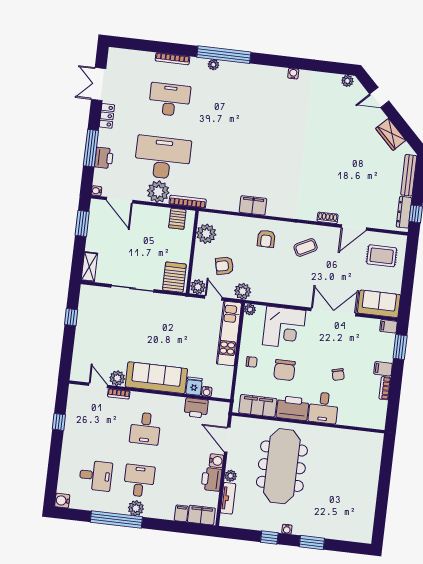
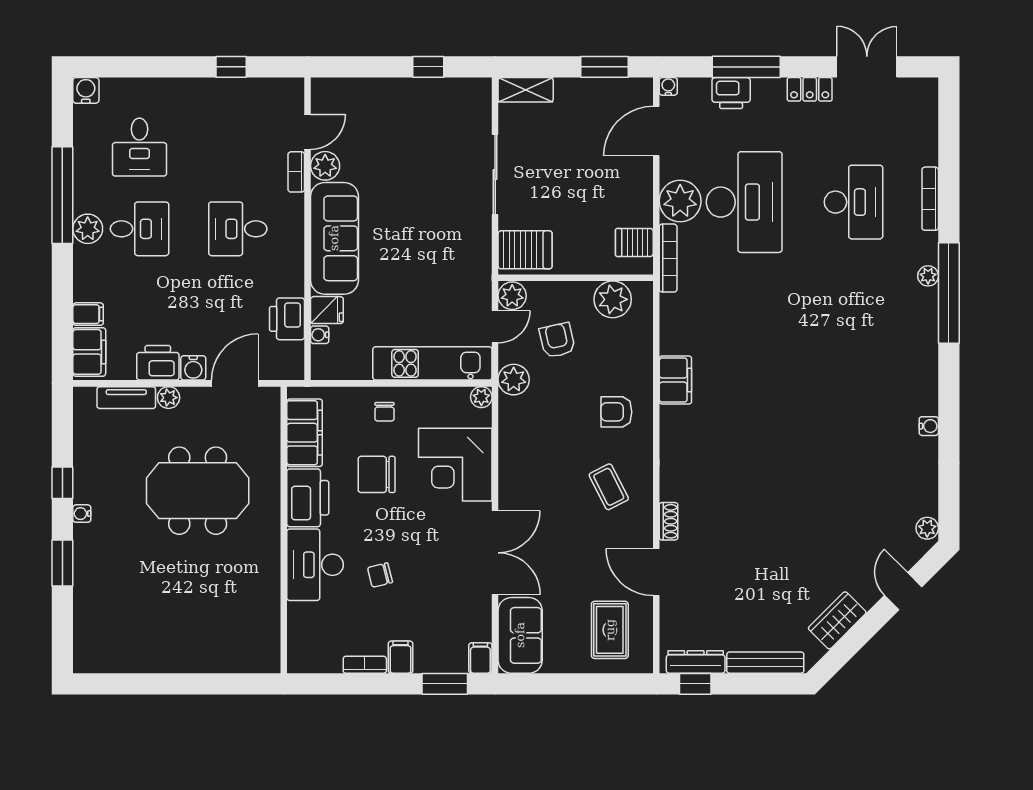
desk: (323, 408) -> (315, 565), width x1.37
meeting table: (282, 466) -> (198, 491), width x0.73

